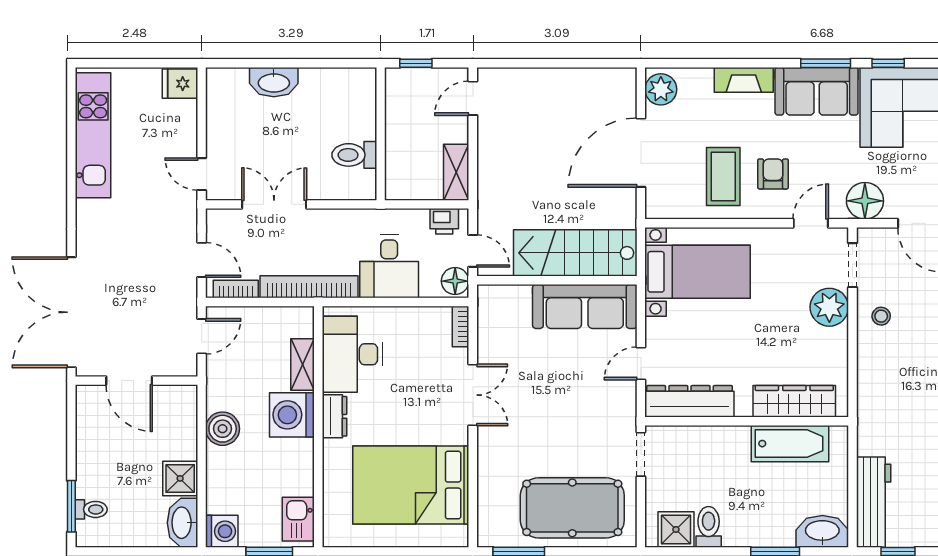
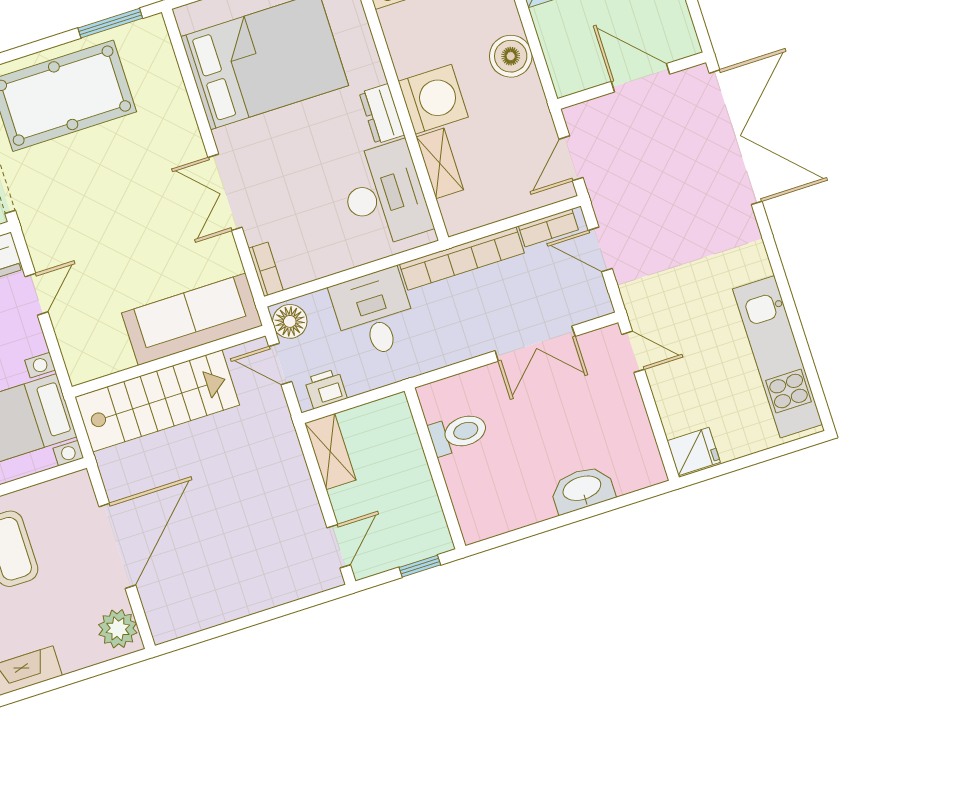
sofa: (585, 306) -> (192, 319), moved

